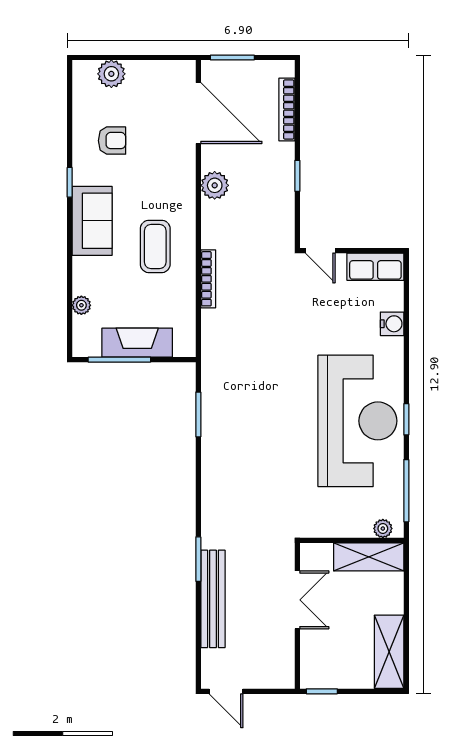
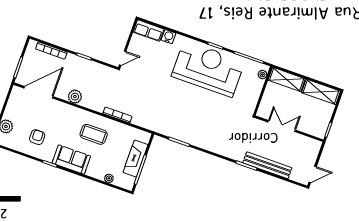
row of seats: (375, 267) -> (149, 31), moved, turned 90
shelving: (369, 557) -> (287, 79), moved, turned 90

